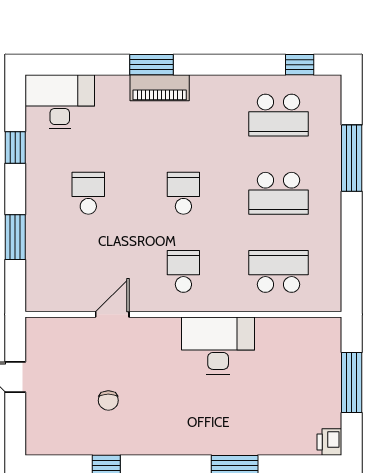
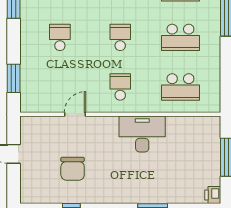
window: (15, 237) -> (14, 78), moved
school desk: (279, 271) -> (180, 87), turned 180
chair: (108, 400) -> (73, 169), width x1.87, depth x1.87

